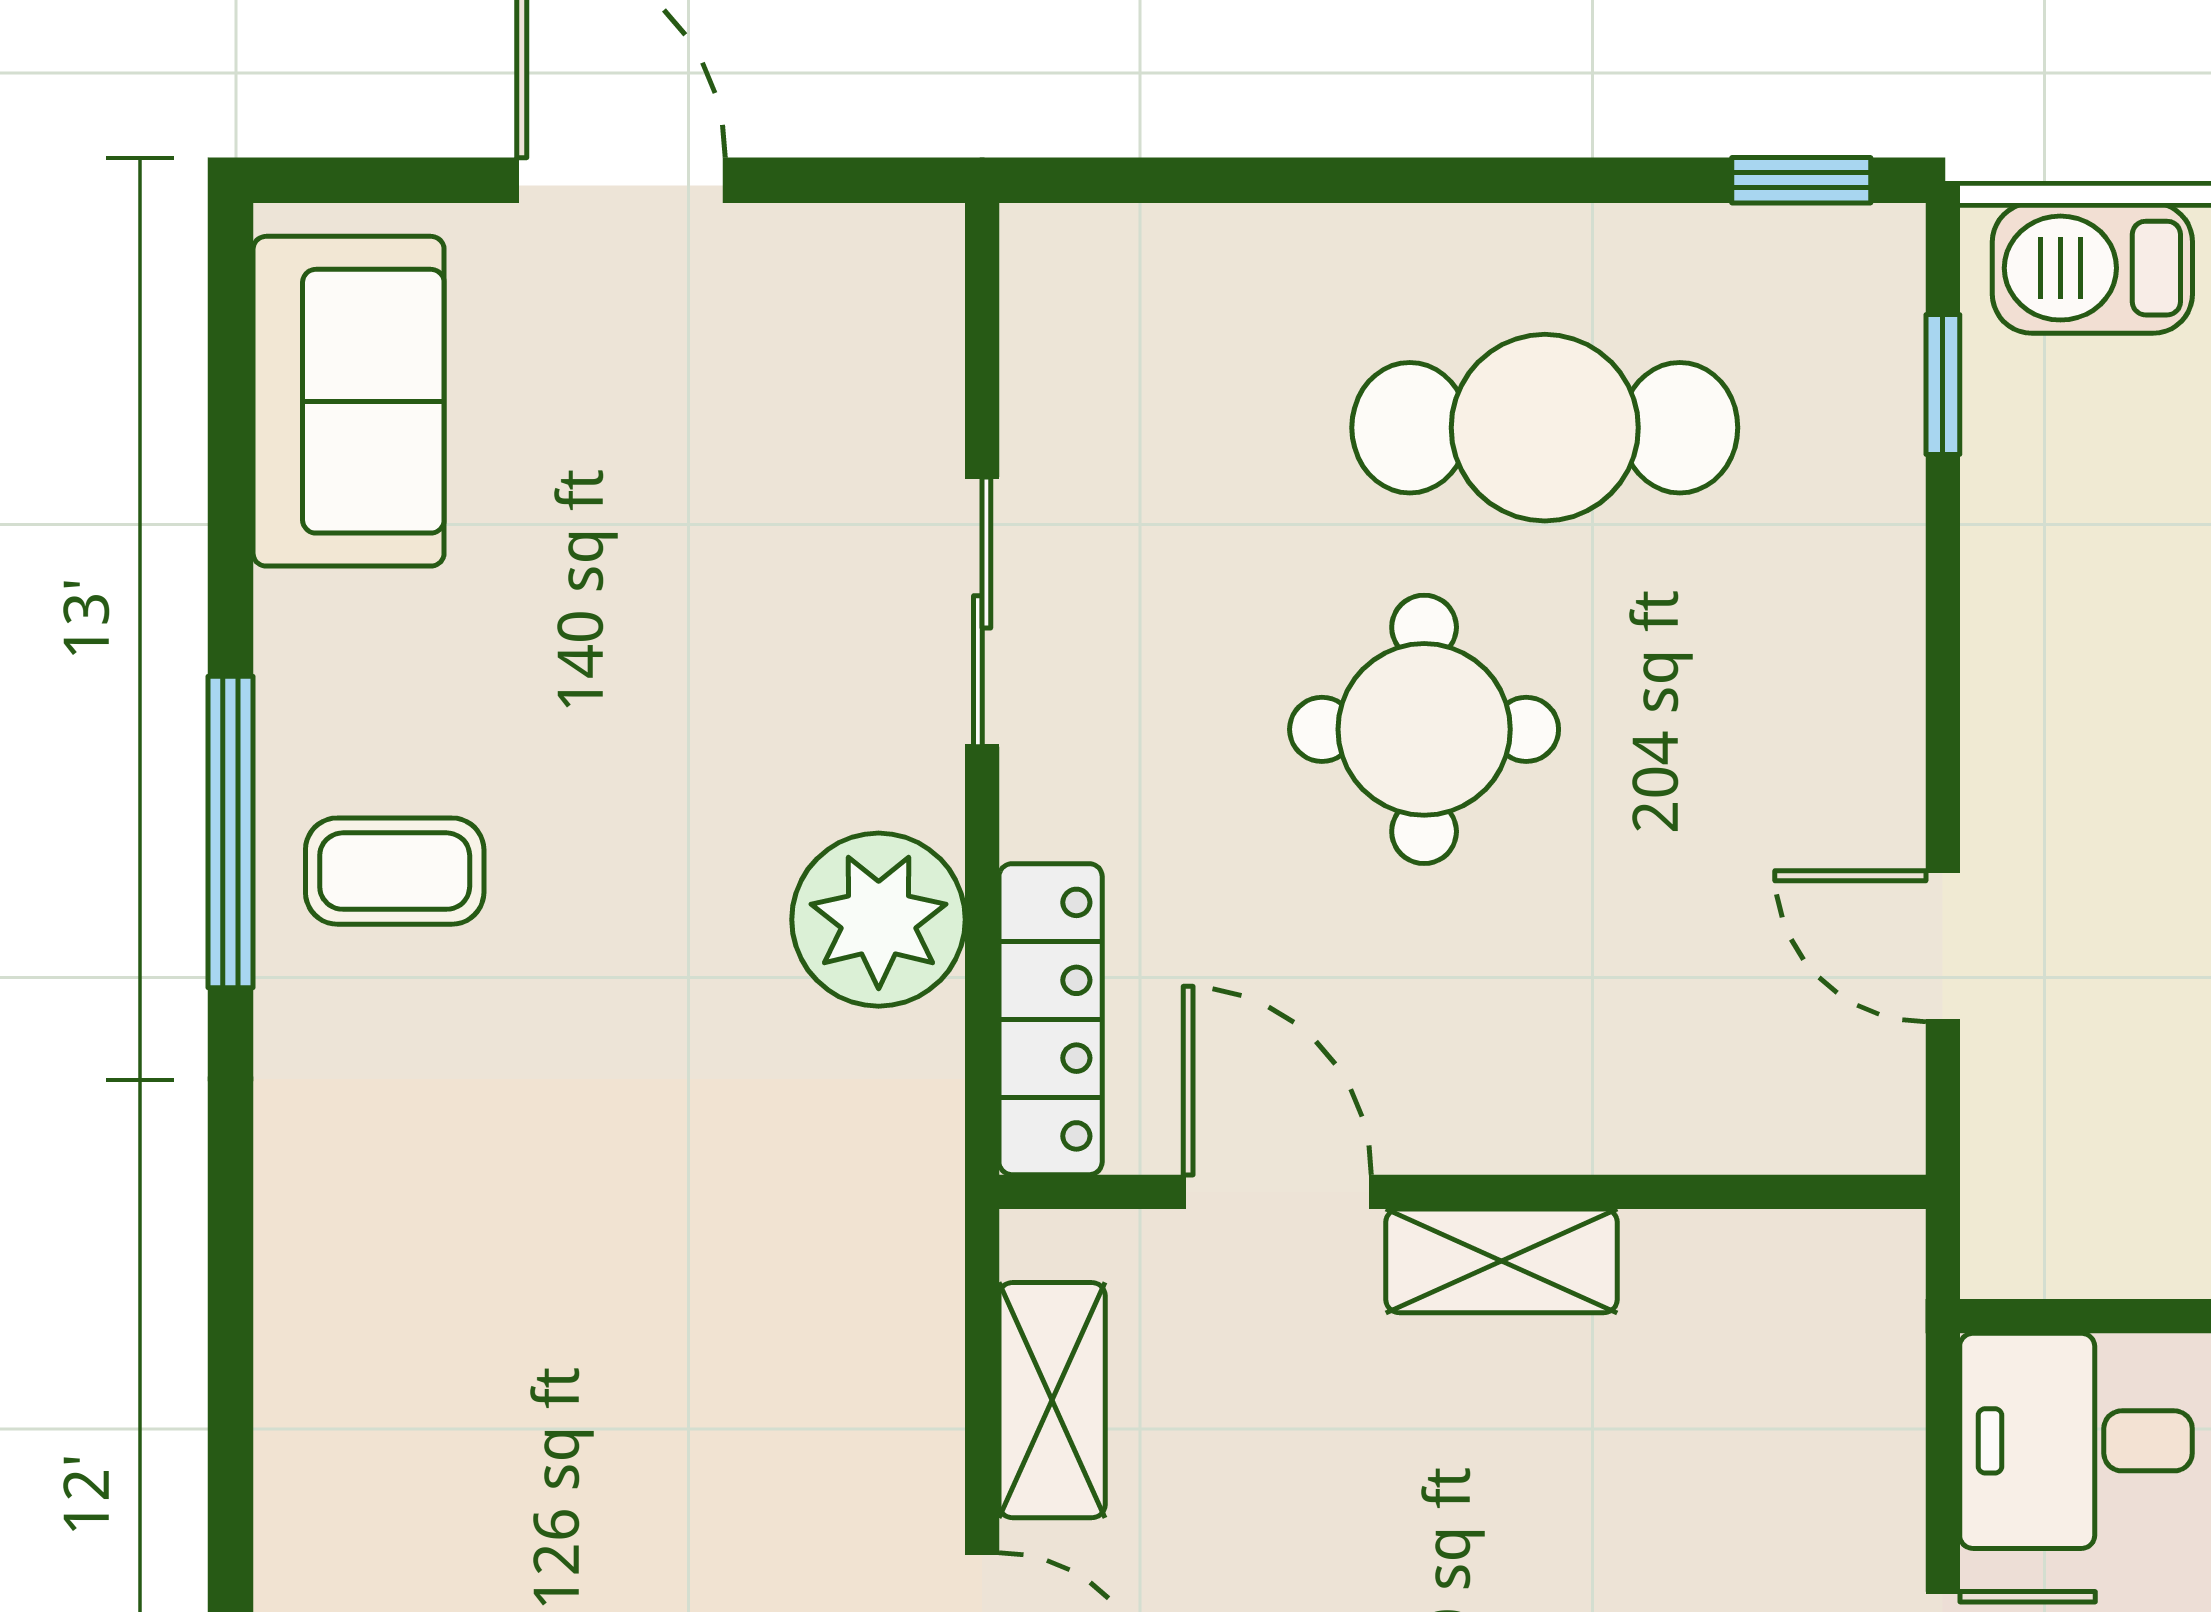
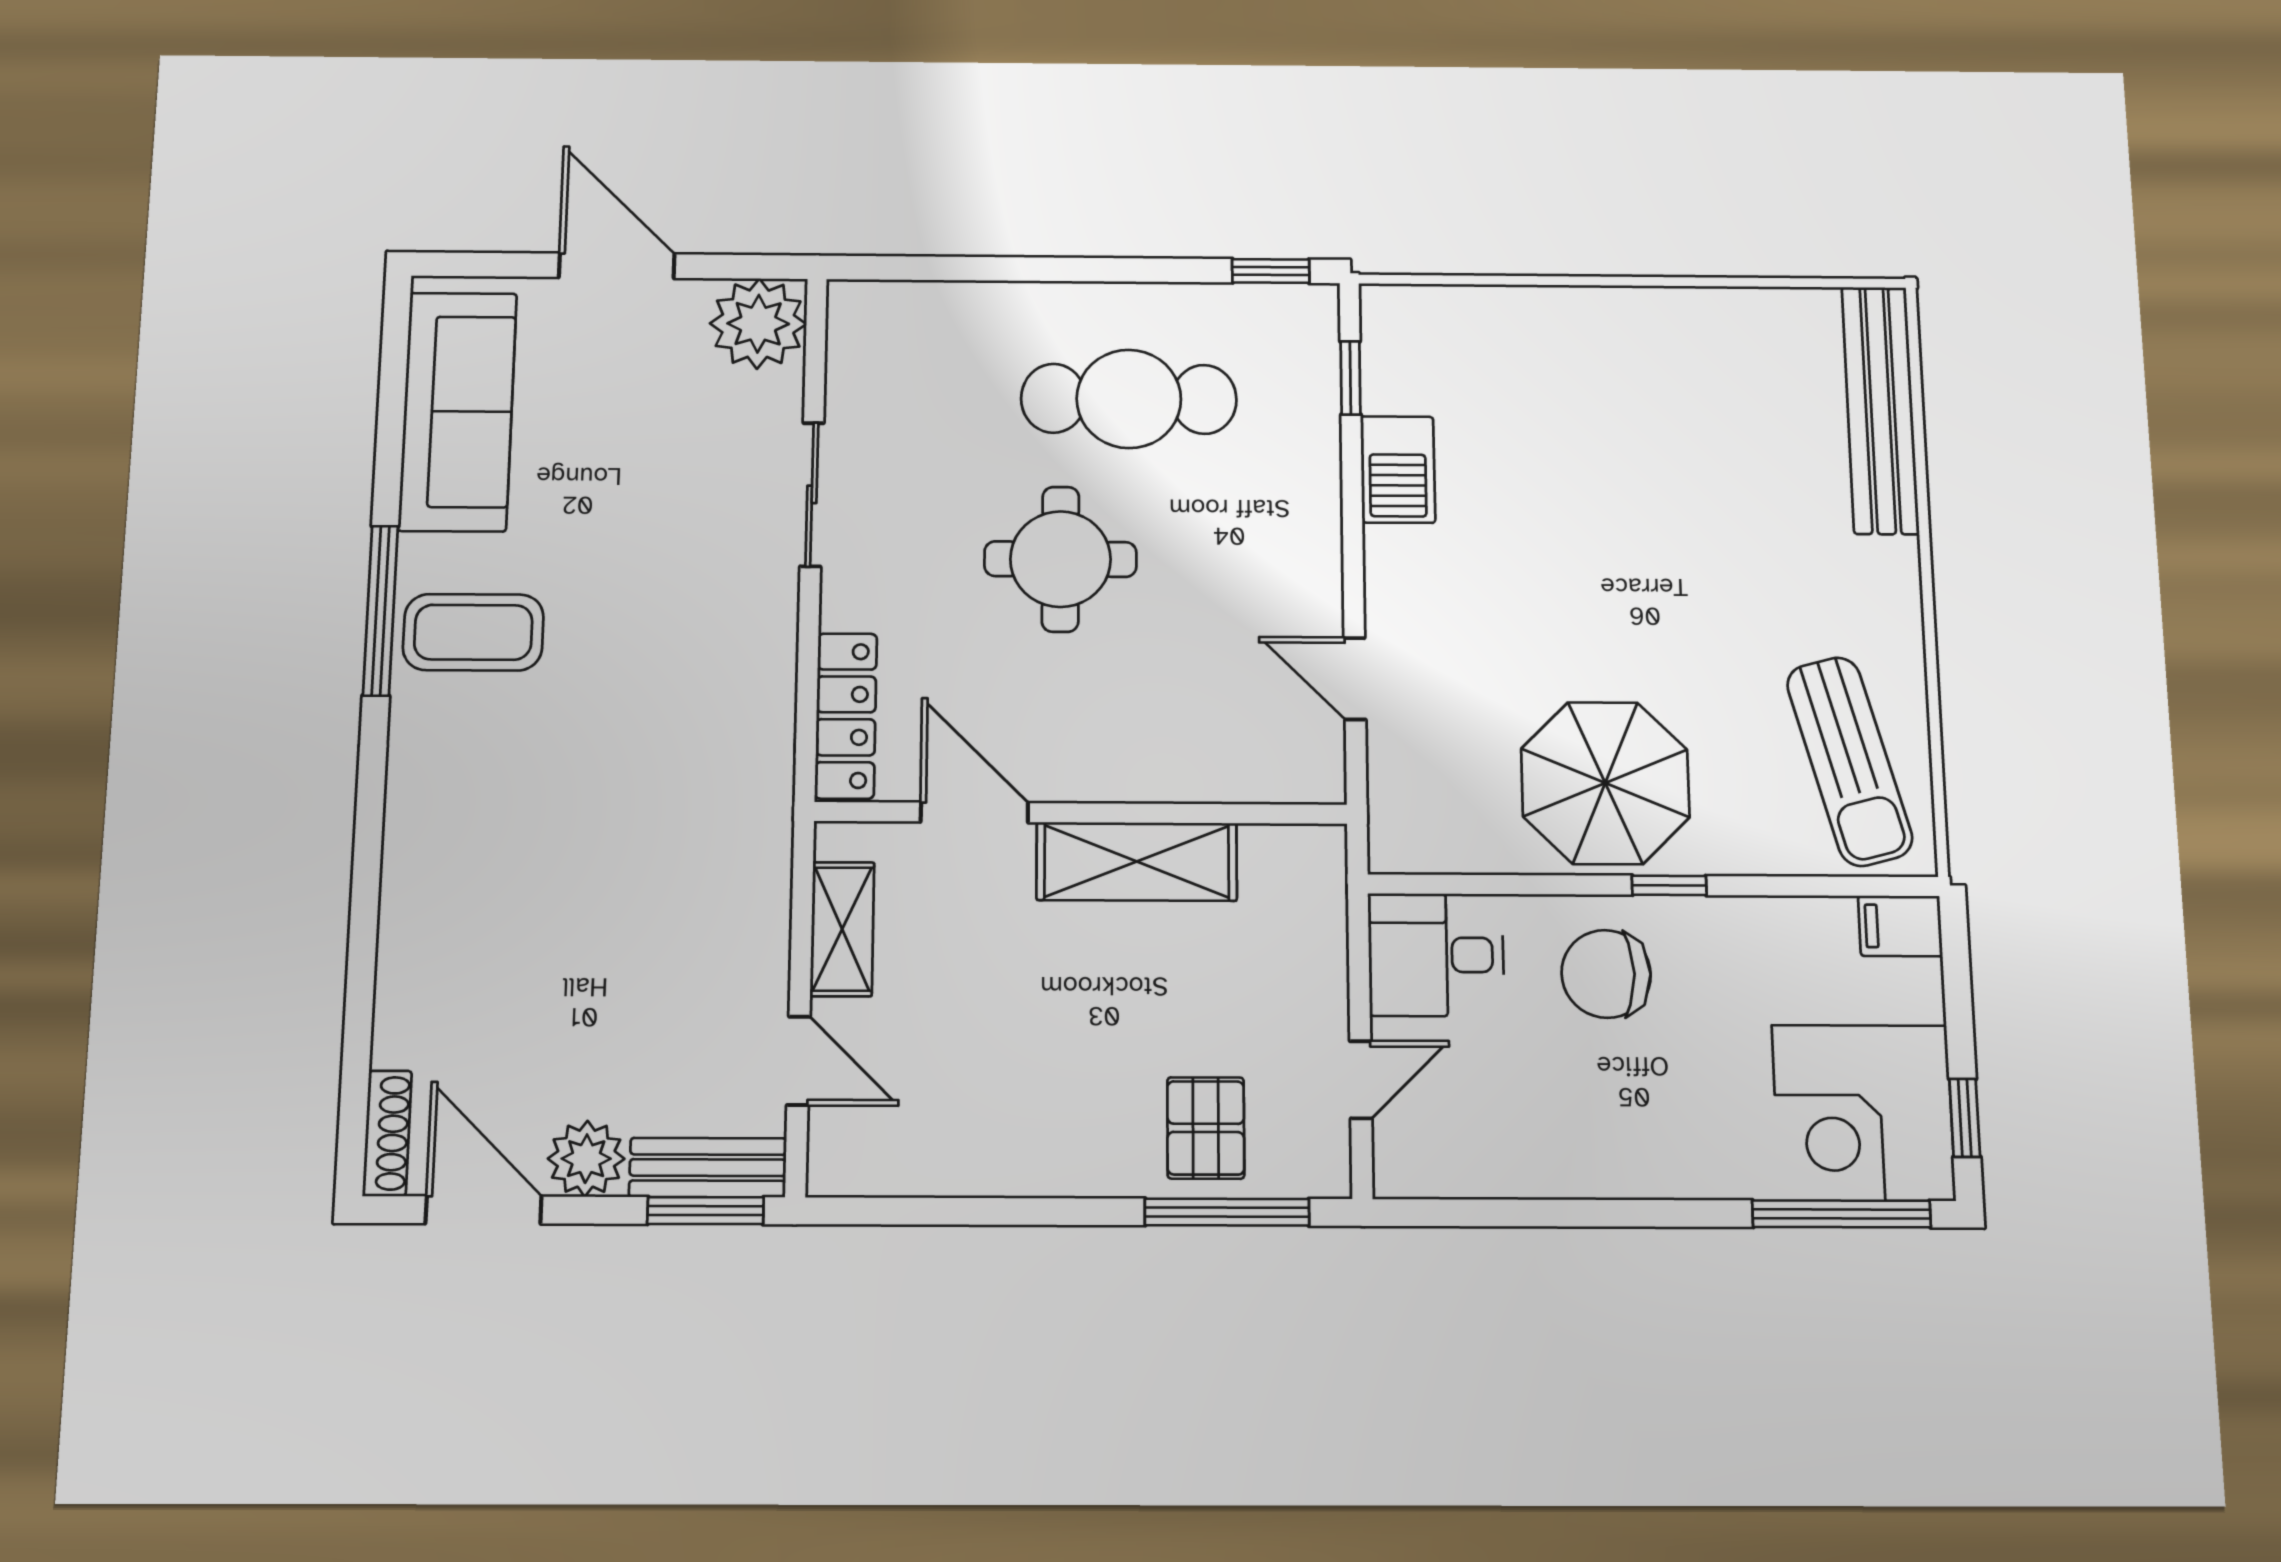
barbecue: (2092, 268) -> (1398, 469), moved, turned -90
sofa: (349, 401) -> (458, 411), width x1.36
coffee table: (395, 871) -> (473, 632), width x1.36, depth x1.30
plant: (879, 920) -> (758, 324), moved
shelving: (1502, 1261) -> (1137, 861), width x1.50, depth x1.33

